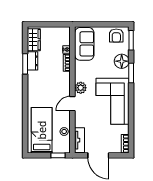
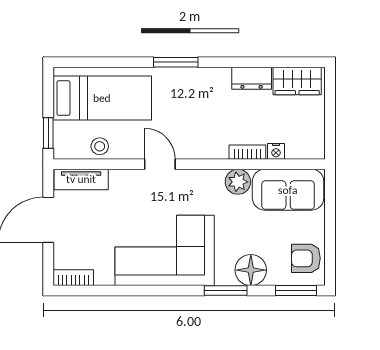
window: (25, 64) -> (176, 62), moved
plant: (81, 88) -> (238, 182), moved

